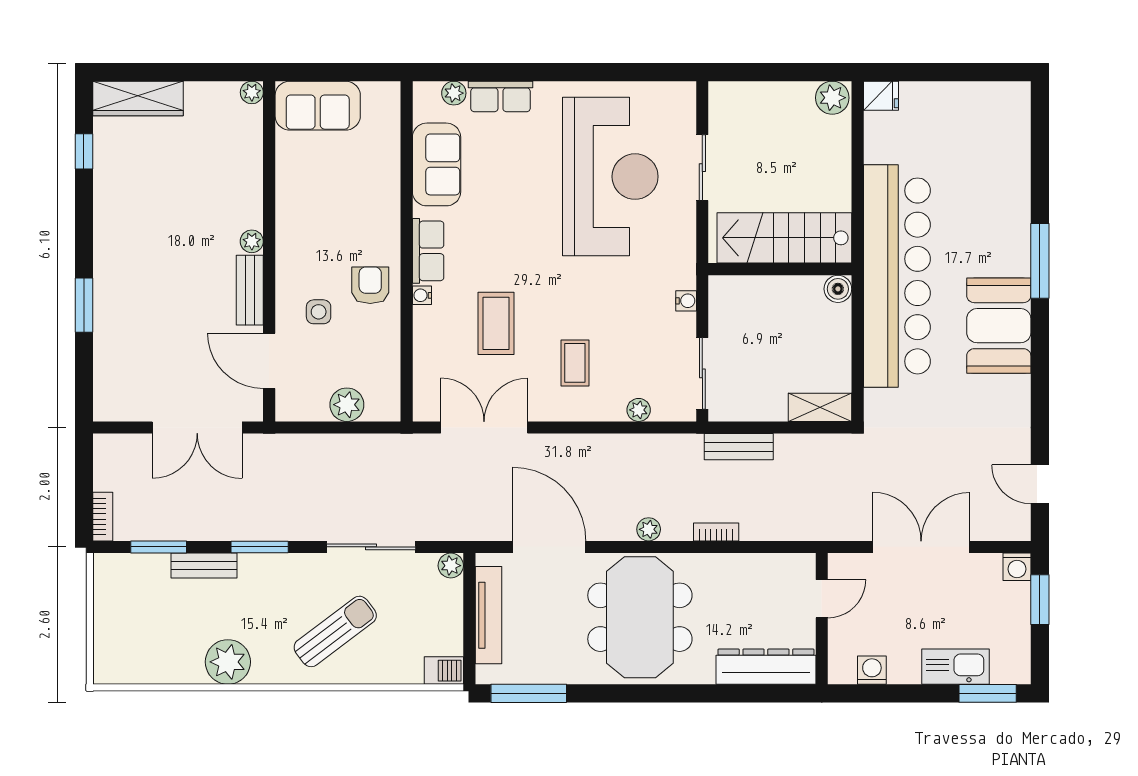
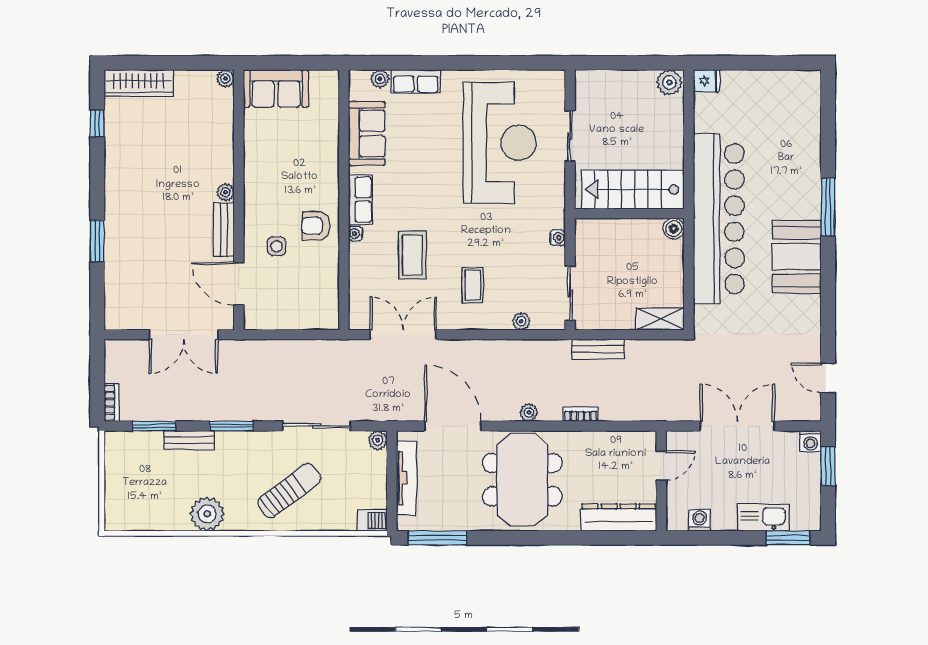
armchair: (370, 285) -> (316, 226), turned -90
plant: (347, 405) -> (298, 317), removed

